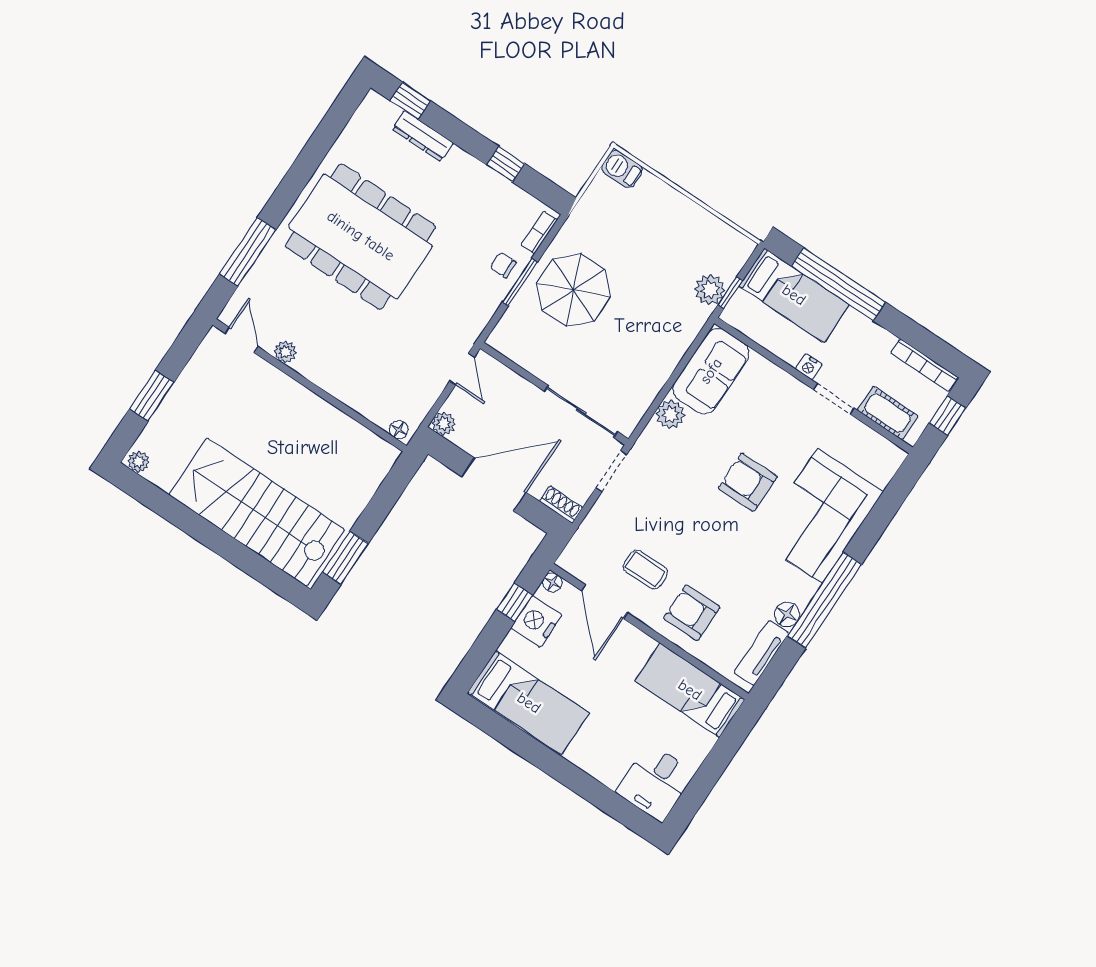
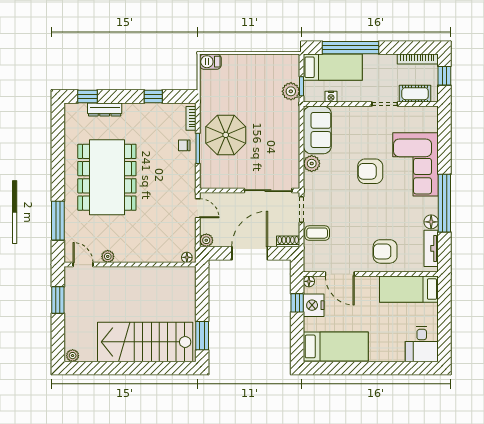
dining table: (361, 236) -> (107, 177), turned 90
nightstand: (809, 367) -> (331, 97), moved
window: (152, 396) -> (58, 300), moved
coffee table: (645, 570) -> (317, 233), moved

